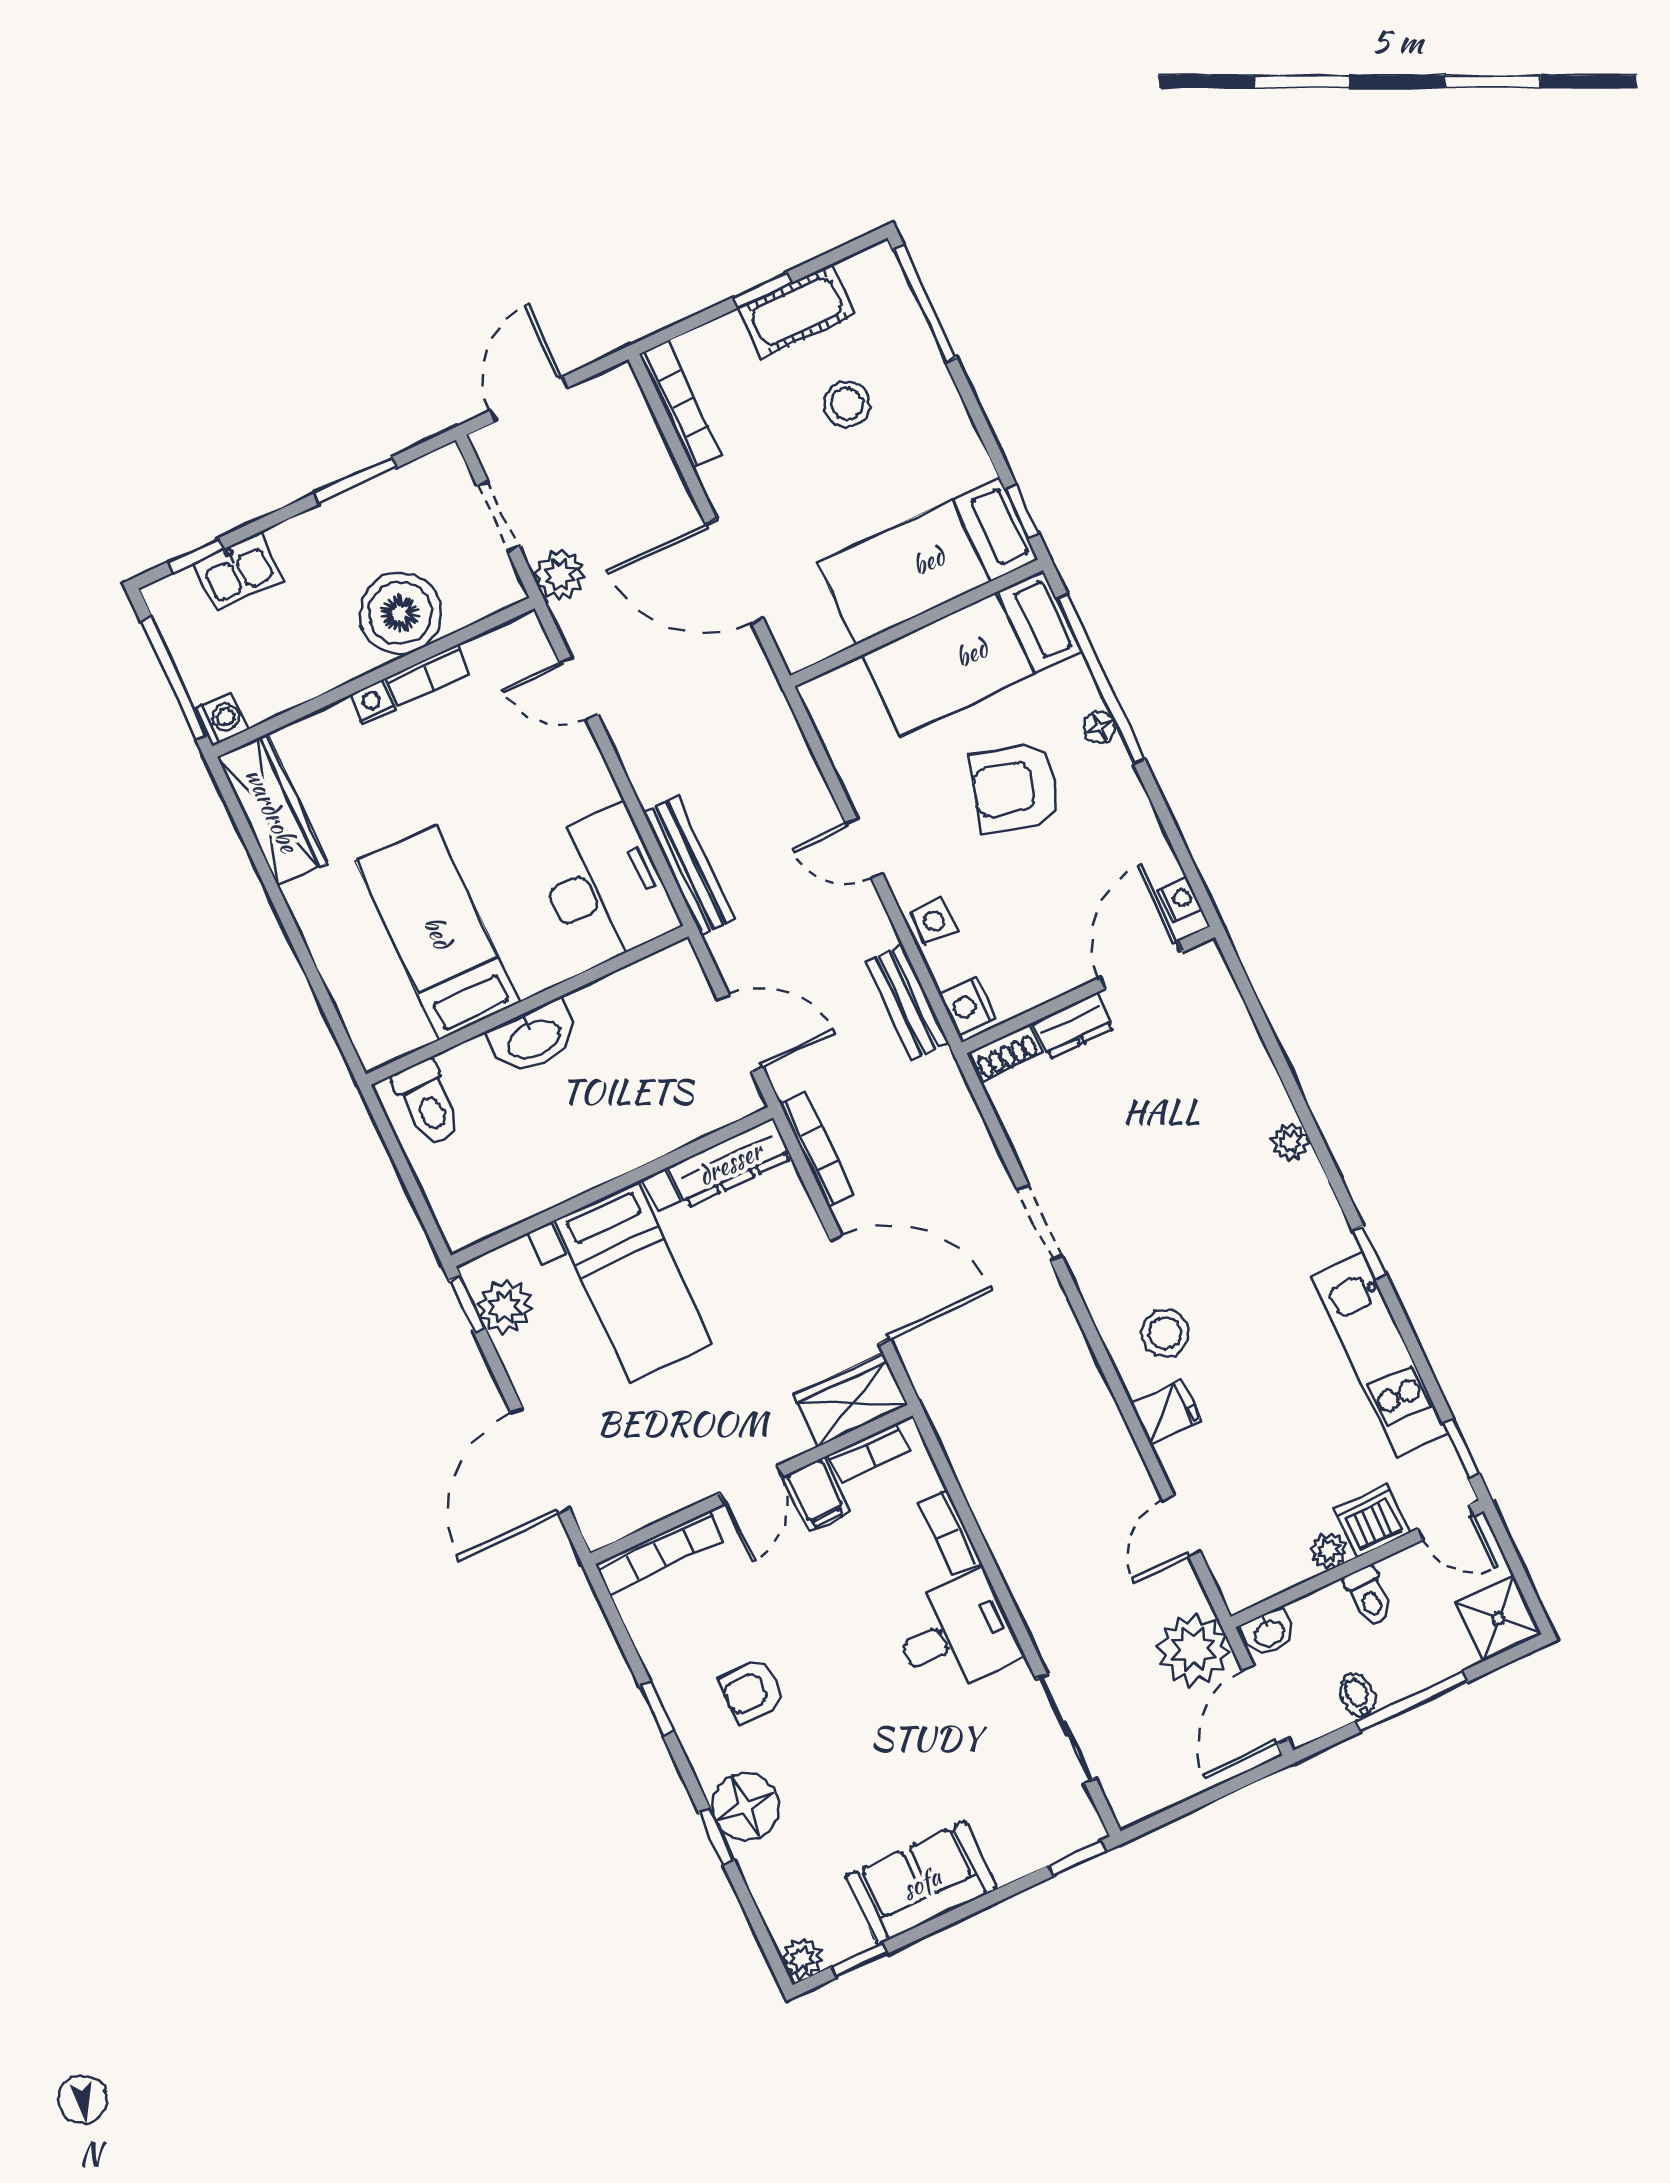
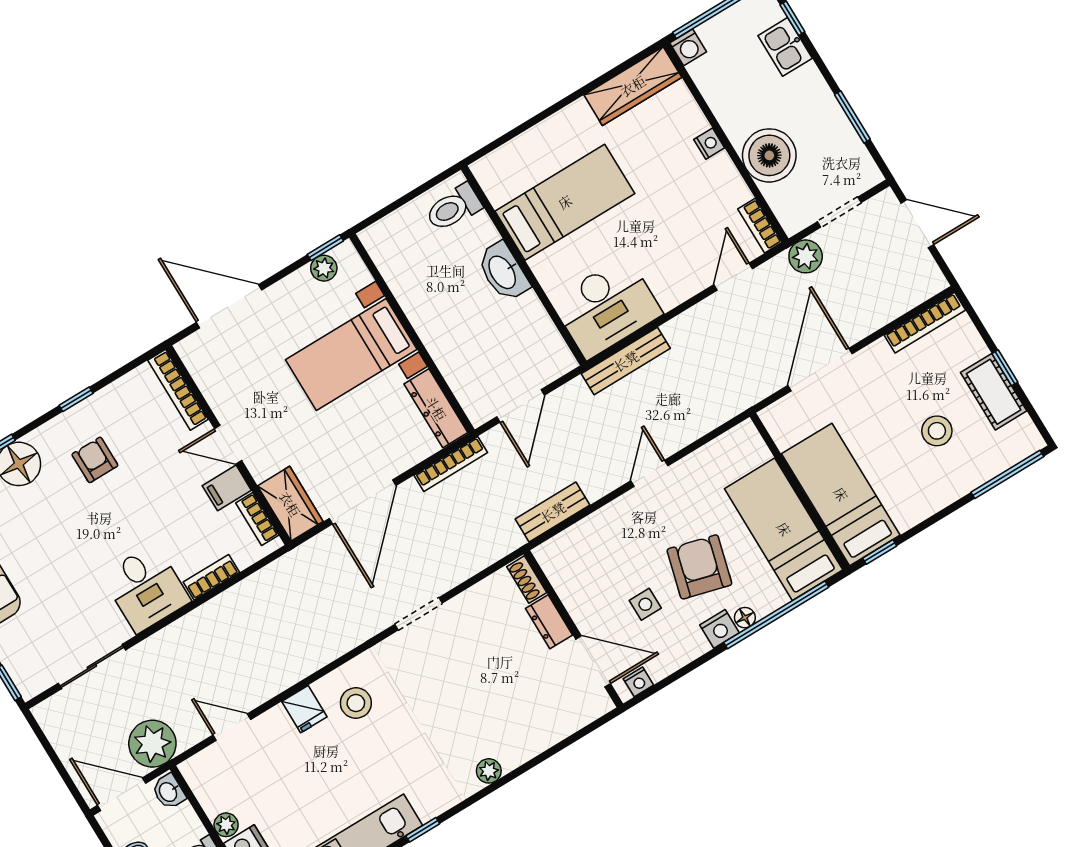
bookcase: (427, 676) -> (760, 226), moved
side table: (934, 921) -> (645, 604), moved
nightstand: (967, 1006) -> (719, 629), moved, turned 180
plant: (505, 1307) -> (324, 268), width x0.73, depth x0.73

